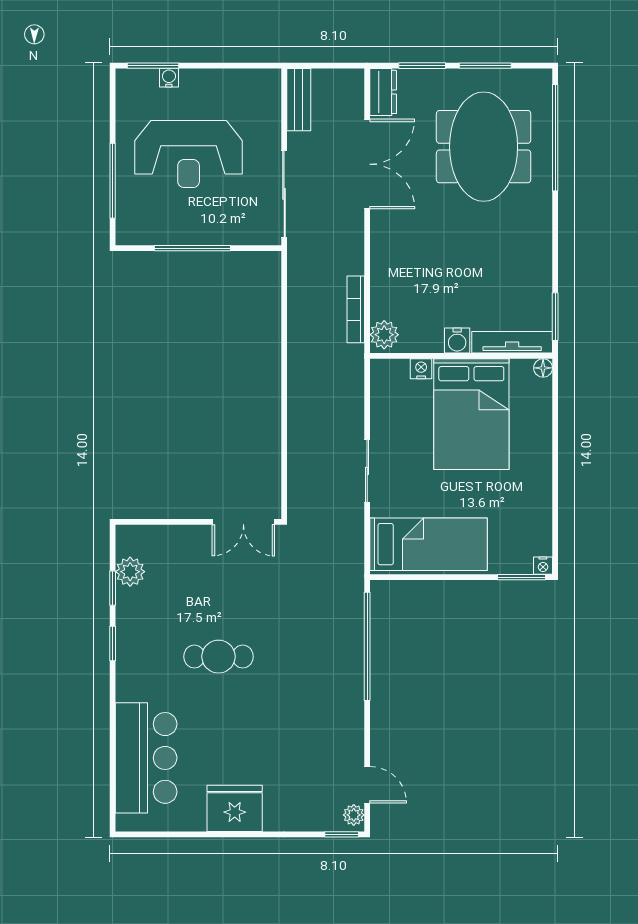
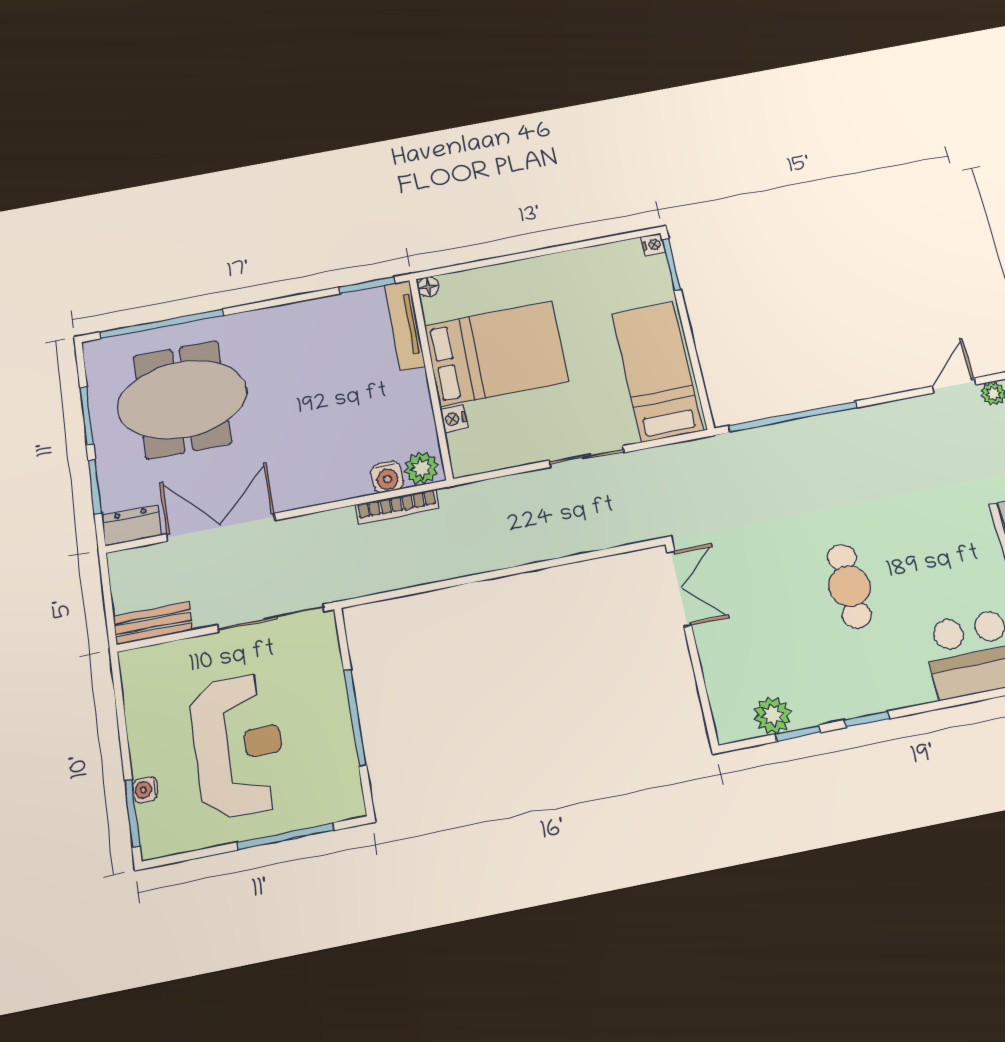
water cooler: (457, 341) -> (387, 477), moved, turned 90

